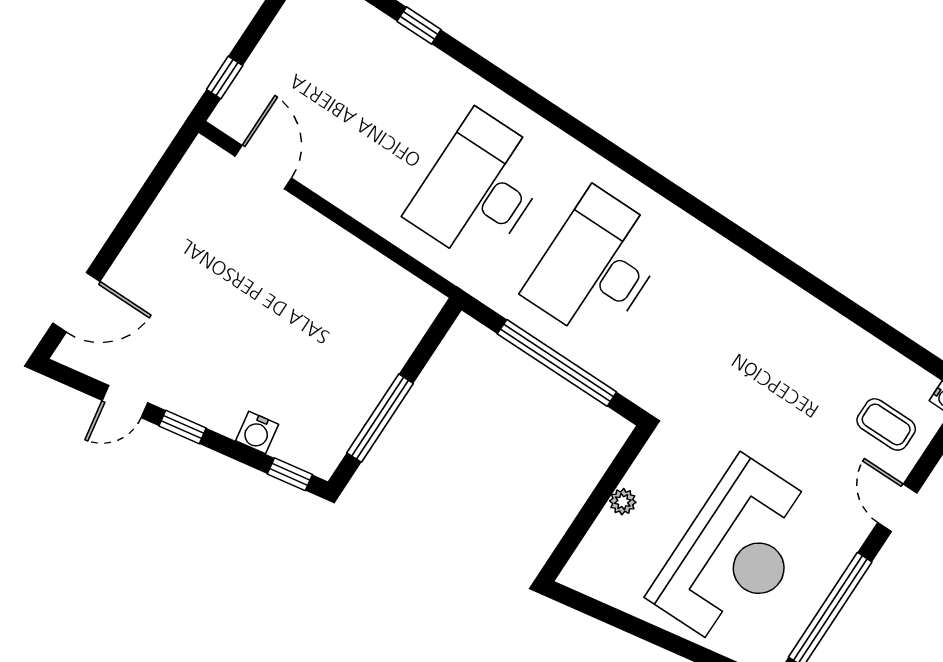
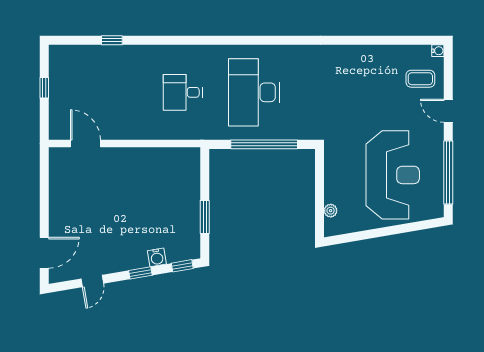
window: (225, 78) -> (44, 88), moved
desk: (479, 188) -> (183, 92), width x0.53, depth x0.77
window: (380, 418) -> (205, 217), width x0.69
window: (183, 427) -> (140, 273), moved
plant: (623, 502) -> (331, 211), moved

